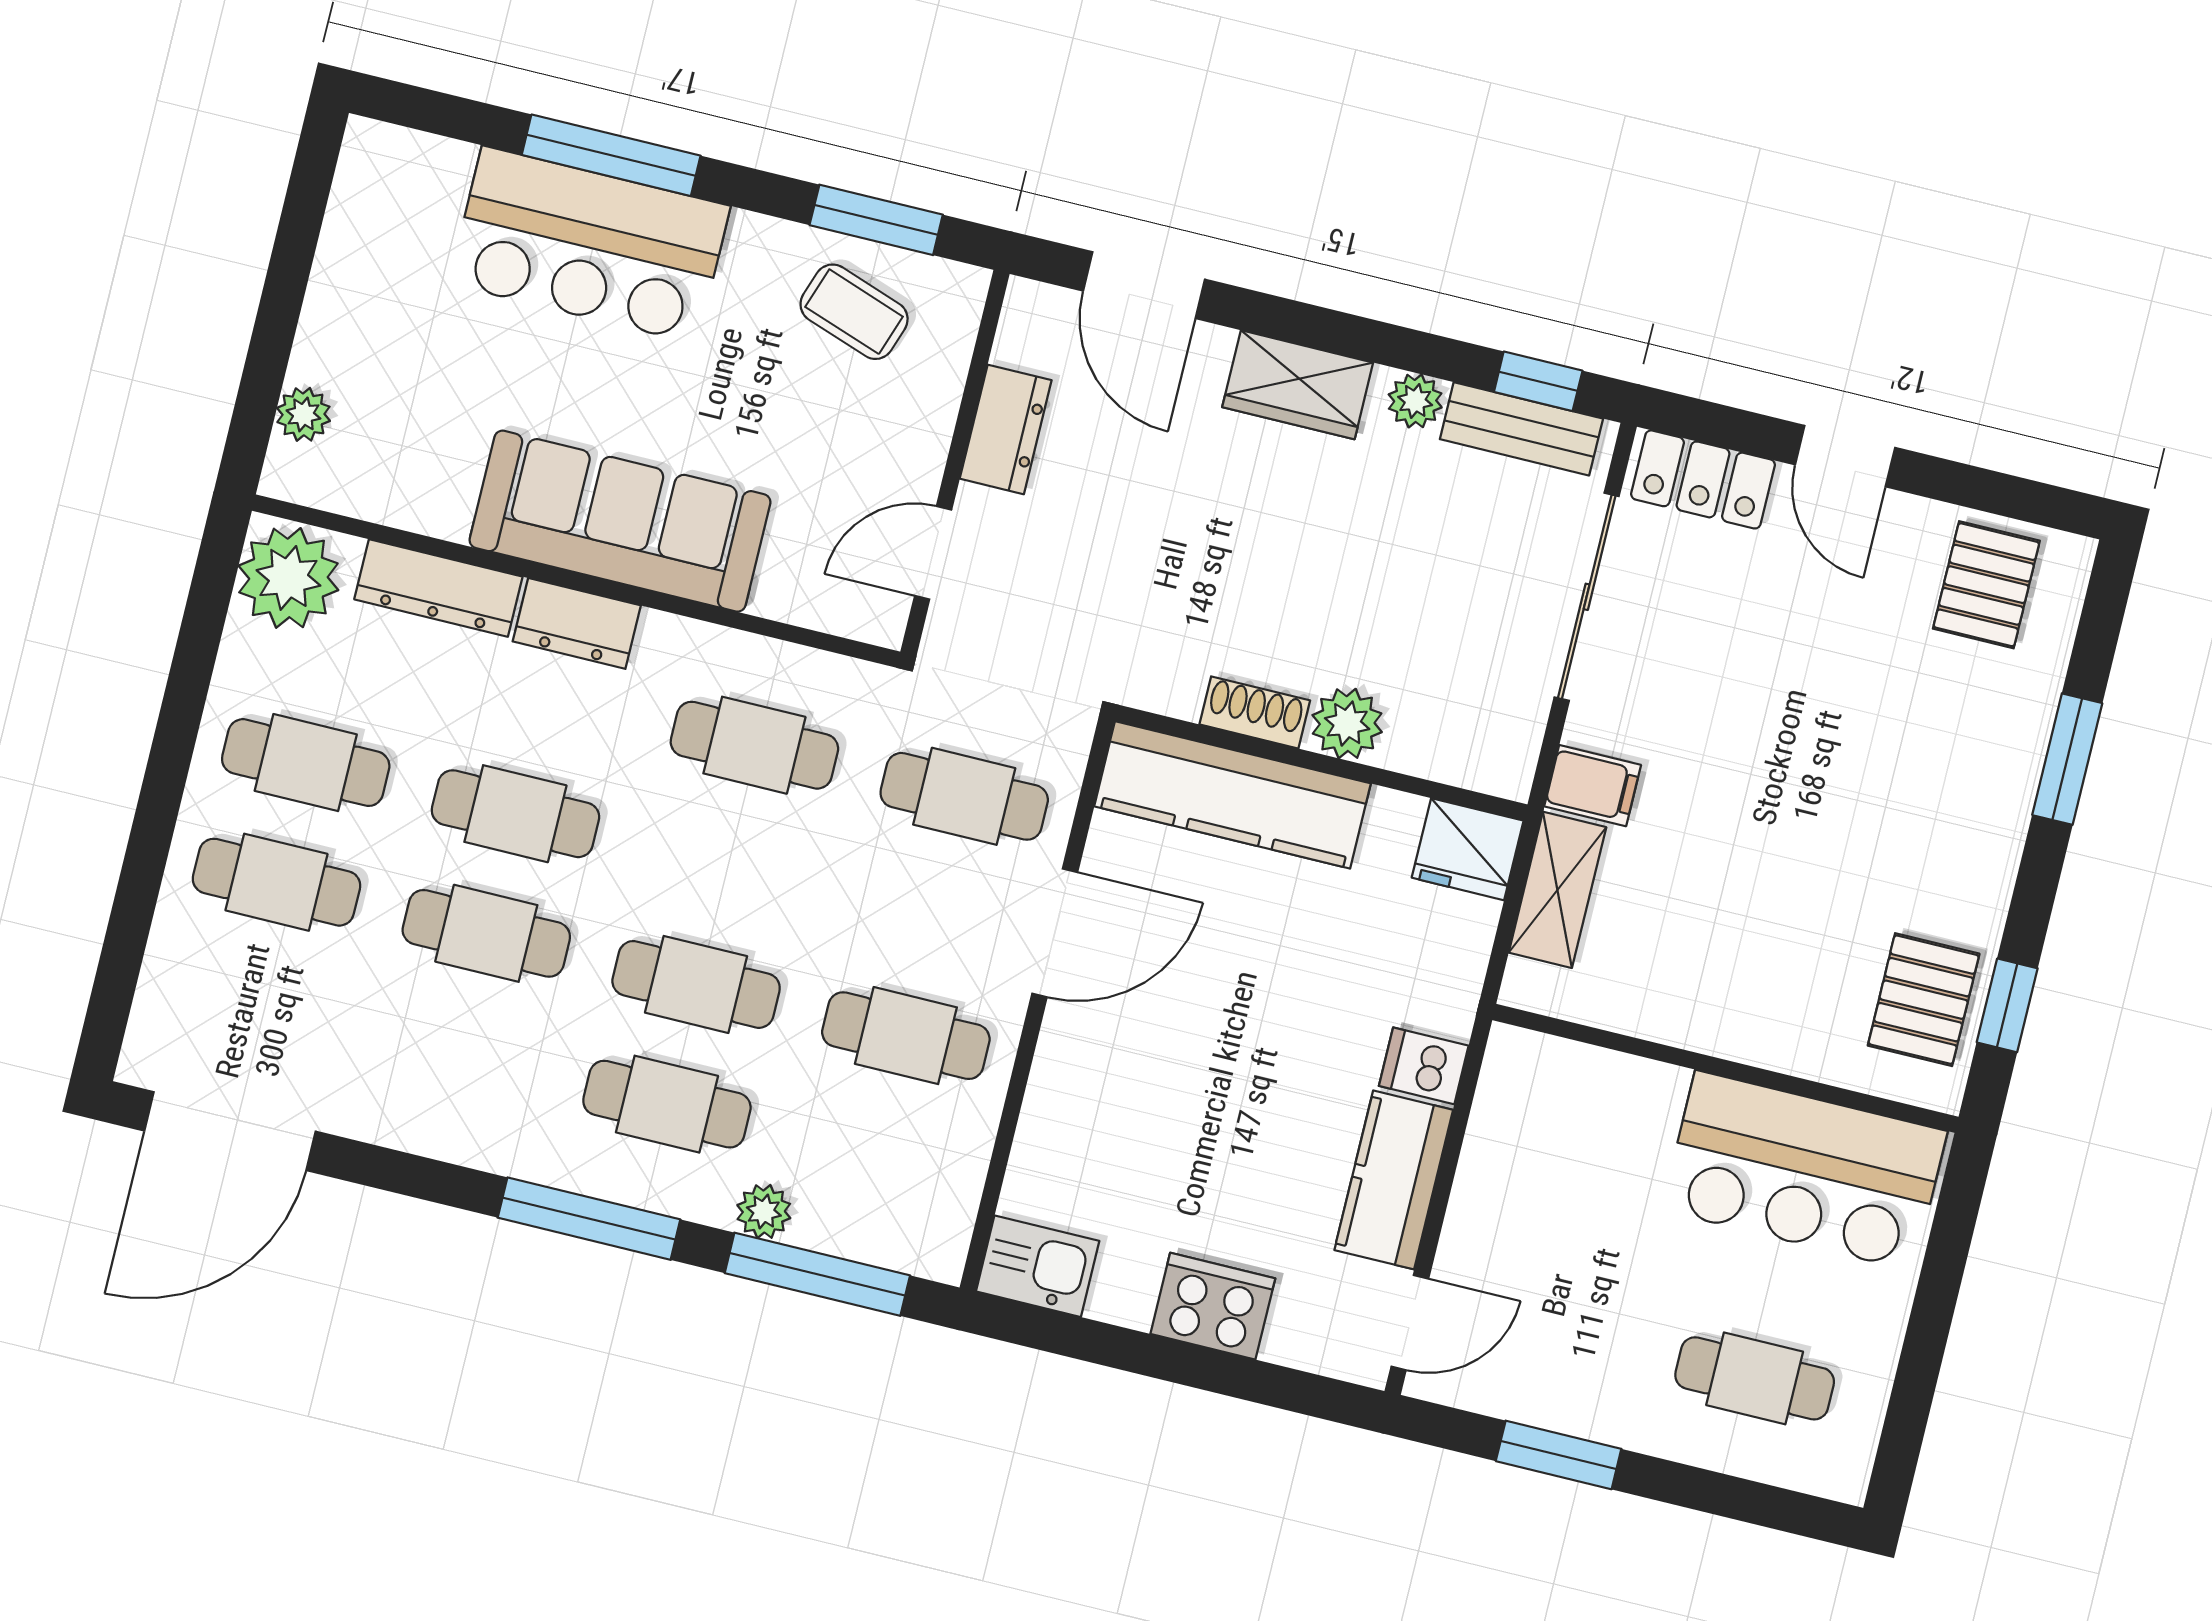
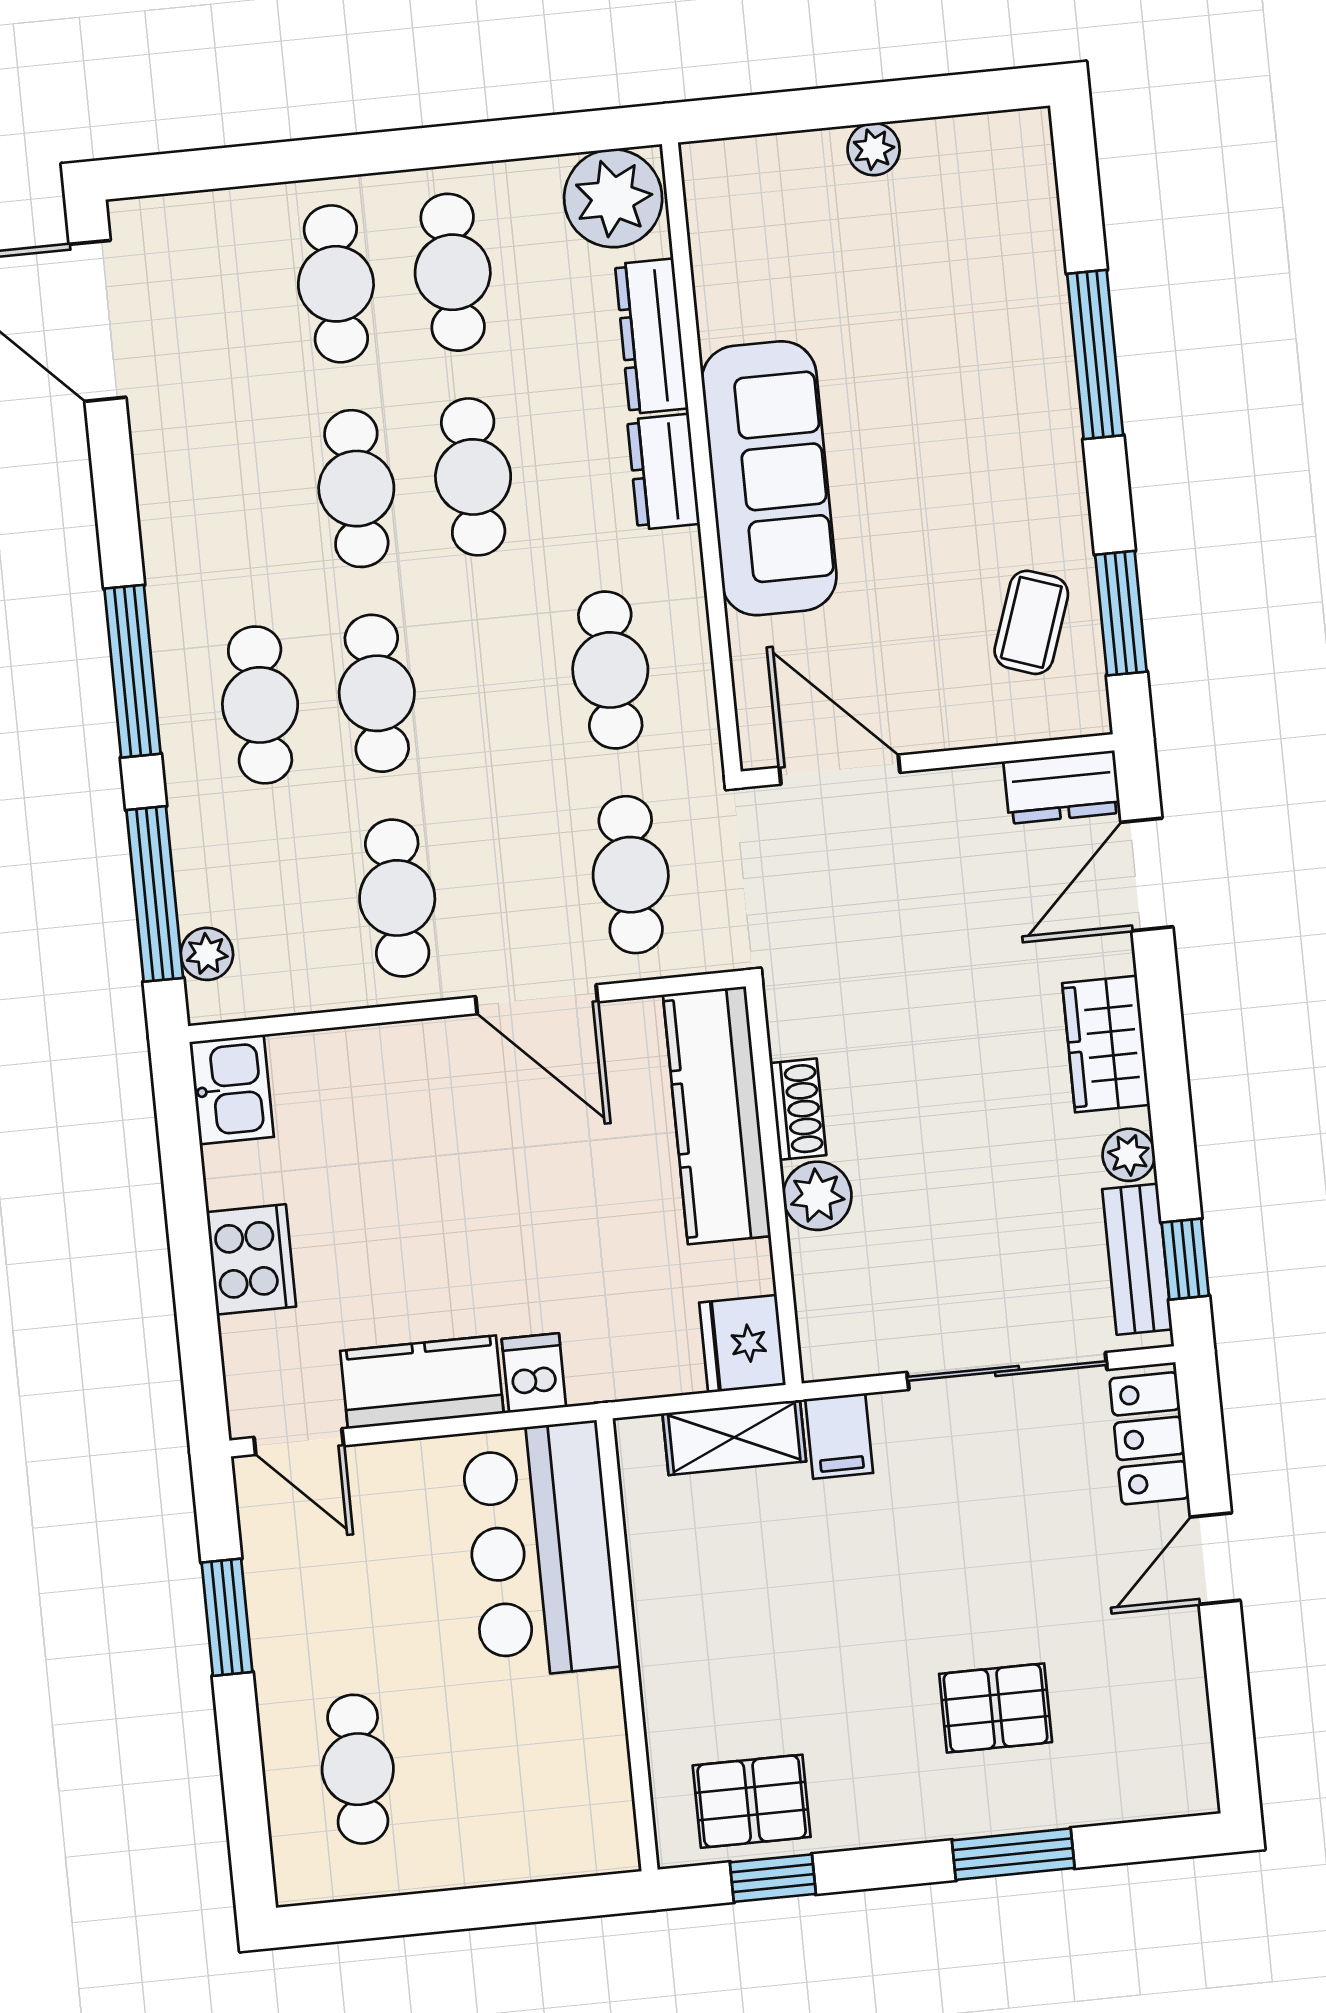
bar counter: (590, 245) -> (1008, 363), removed
plant: (303, 414) -> (874, 149), moved
dresser: (1006, 429) -> (1062, 787), moved
door: (933, 553) -> (840, 770), width x1.38
pallet: (1986, 585) -> (996, 1708), moved
bar counter: (1804, 1171) -> (540, 1550), moved
plant: (764, 1212) -> (207, 954), moved

